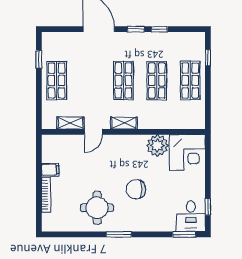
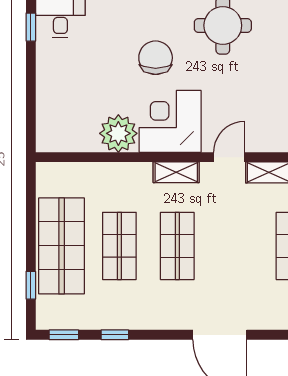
window: (136, 29) -> (64, 335), moved
shop shelf: (190, 80) -> (62, 246), width x1.43, depth x1.36
corner desk: (187, 152) -> (170, 121), moved
chair: (136, 189) -> (156, 58), turned -90

